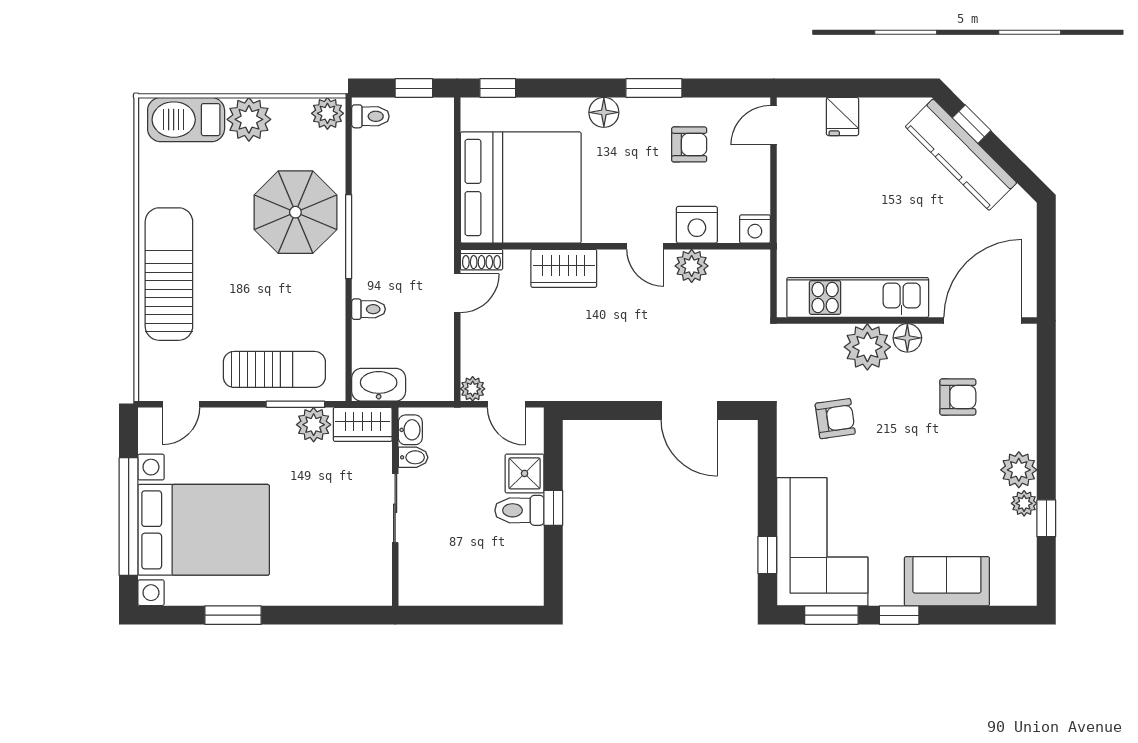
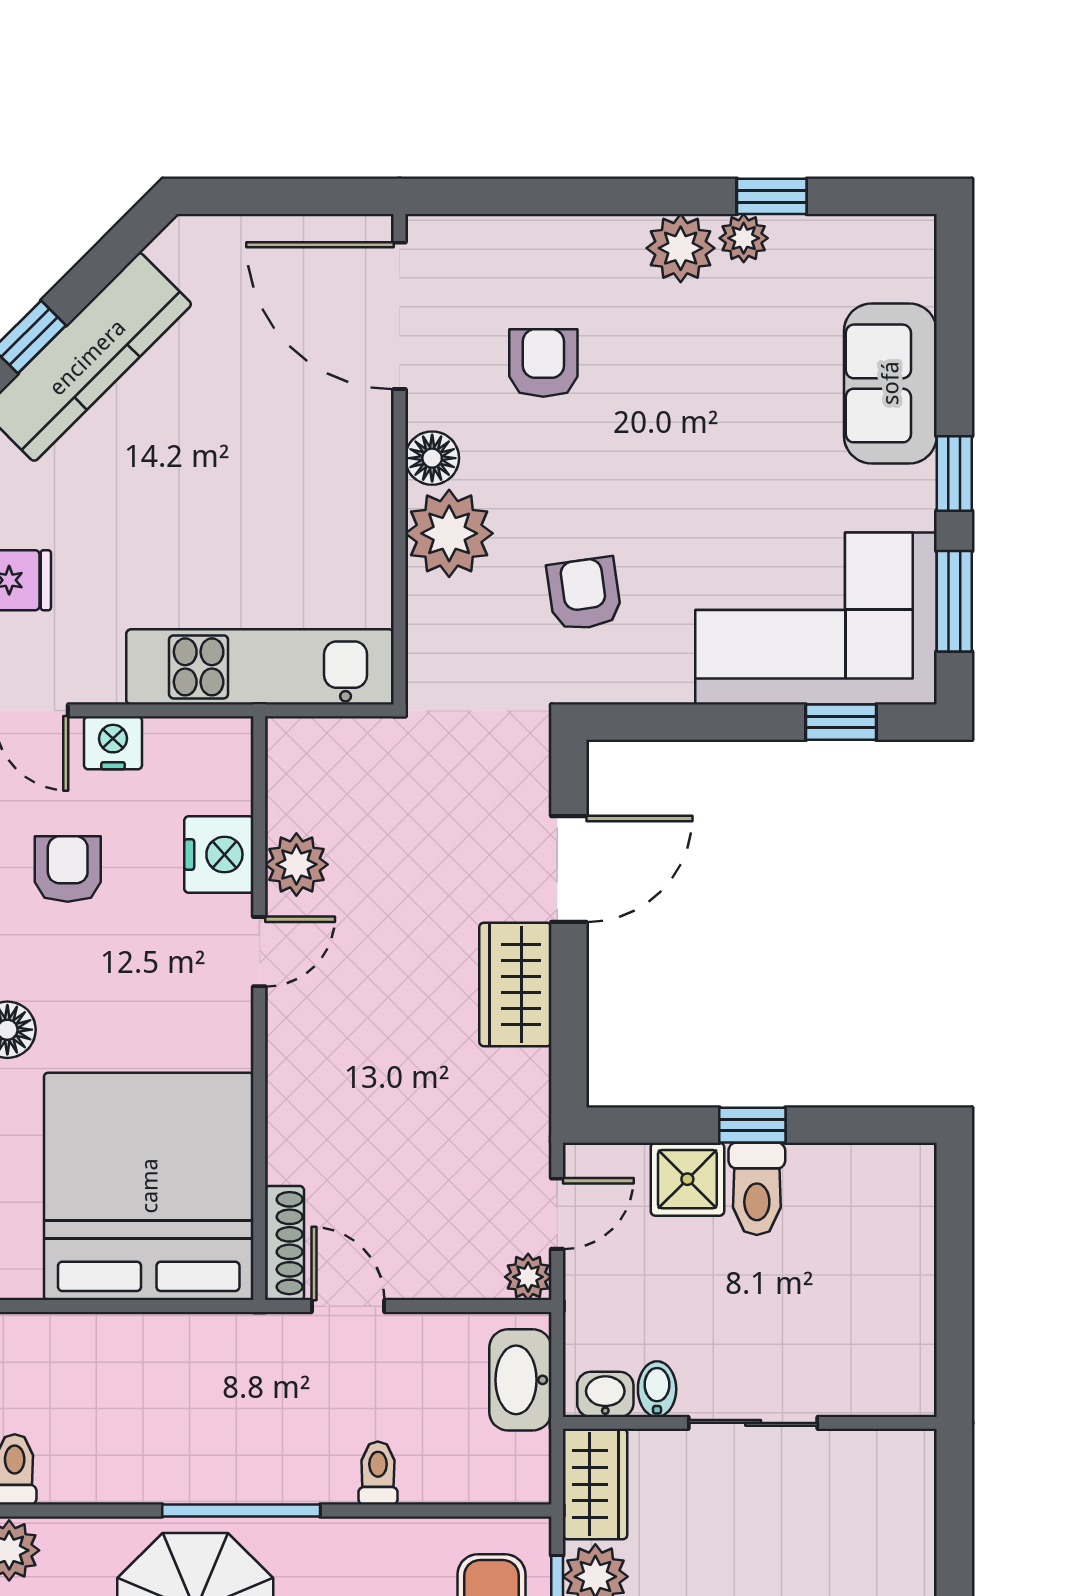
nightstand: (755, 229) -> (113, 743), moved, turned -90
shoe rack: (481, 260) -> (285, 1243), width x1.43
wardrobe: (564, 268) -> (515, 984), moved, turned 180
kitchen unit: (858, 297) -> (260, 667), moved, turned 90
washbasin: (379, 385) -> (520, 1380), moved

